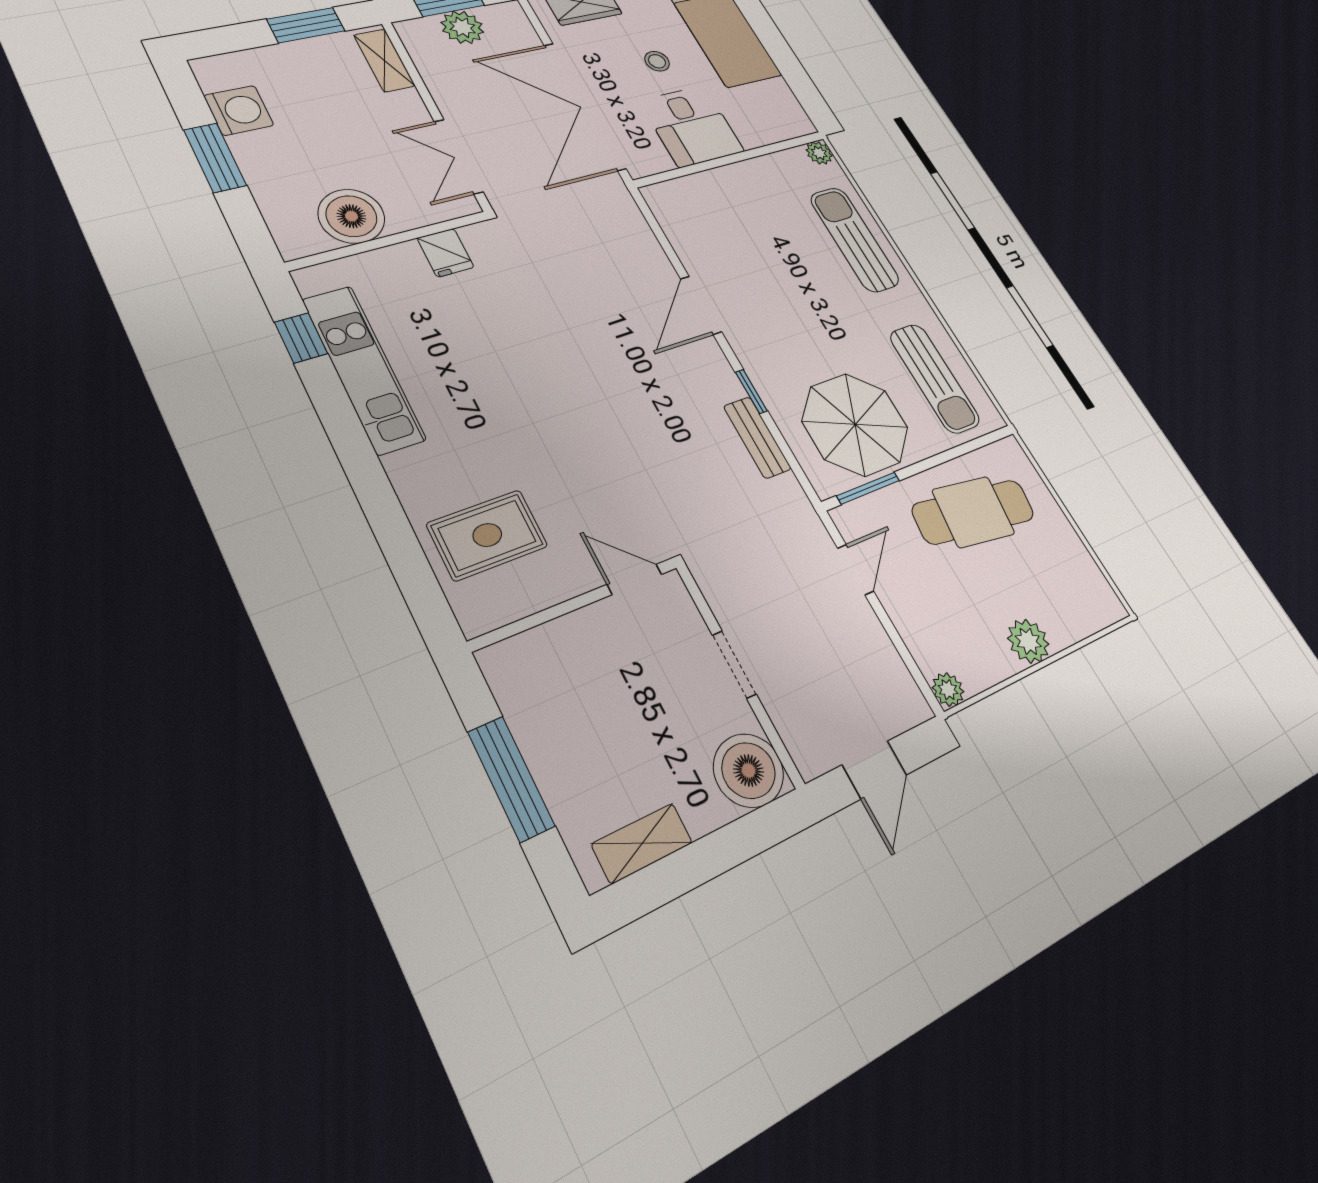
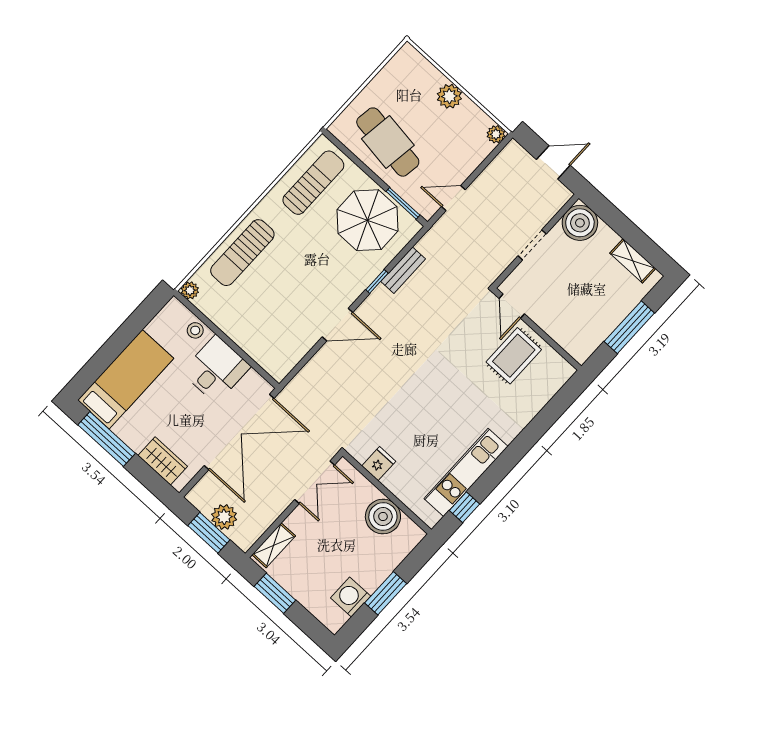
stool: (657, 61) -> (195, 330), moved
rug: (487, 535) -> (514, 356), moved, turned 90

